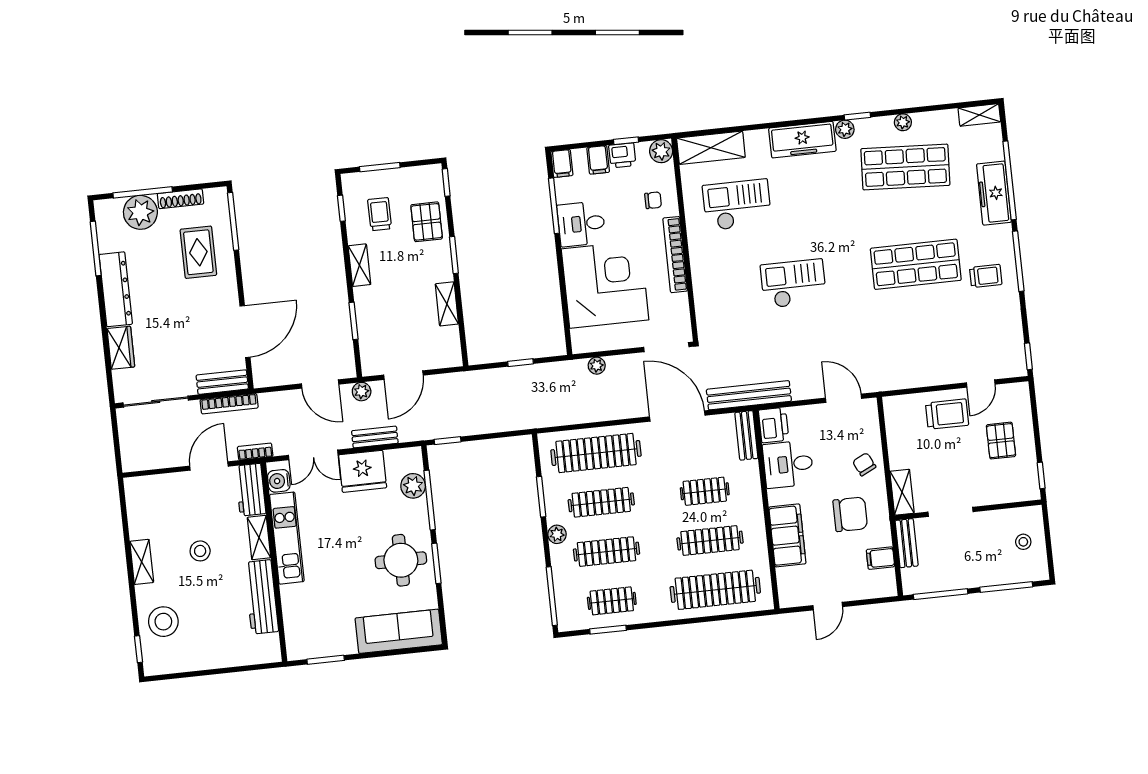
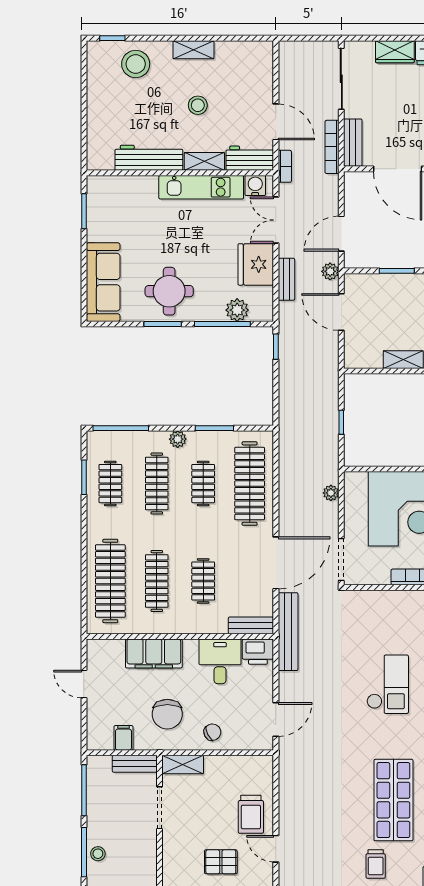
clothes rail: (601, 502) -> (203, 484), width x0.73
stool: (1023, 542) -> (98, 854), moved

